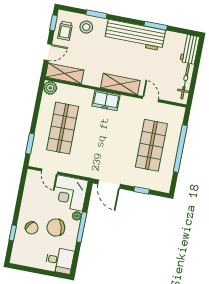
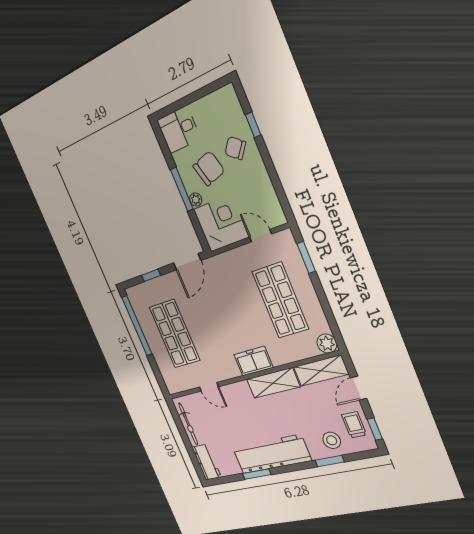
shelving: (120, 84) -> (273, 383), moved
window: (180, 149) -> (137, 326), moved
door: (109, 184) -> (187, 262), swing flipped

